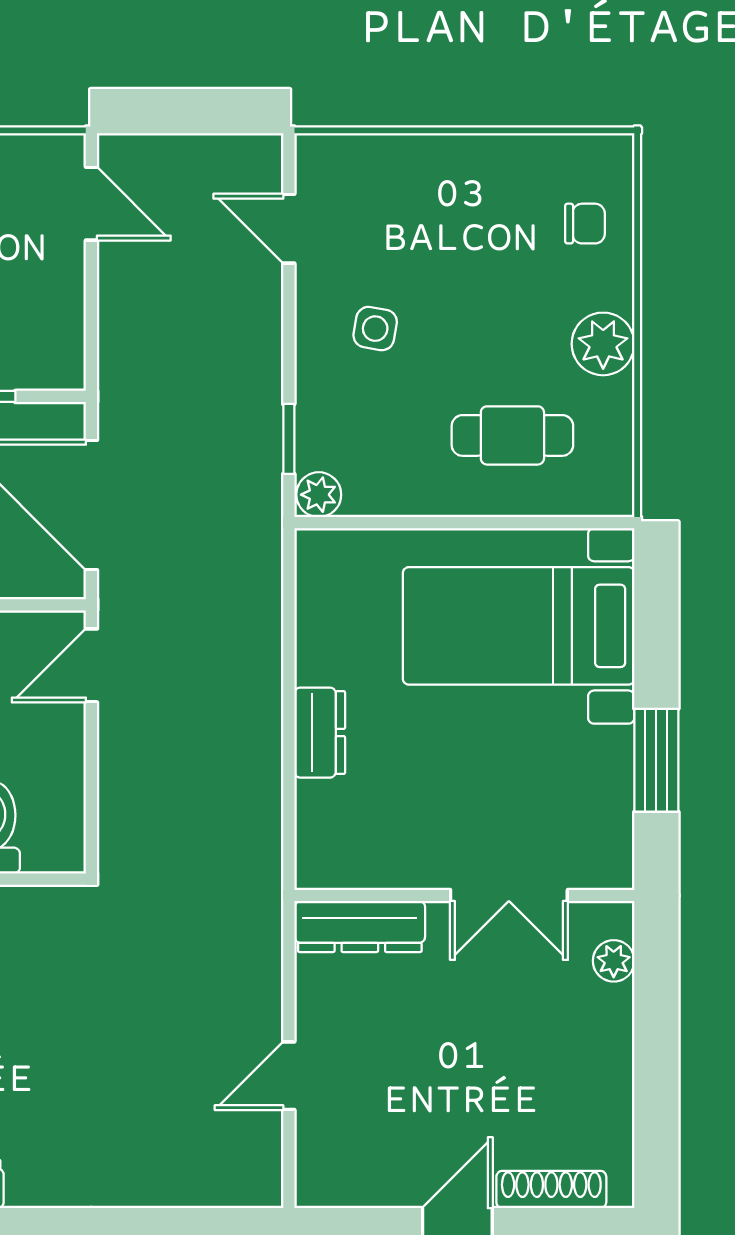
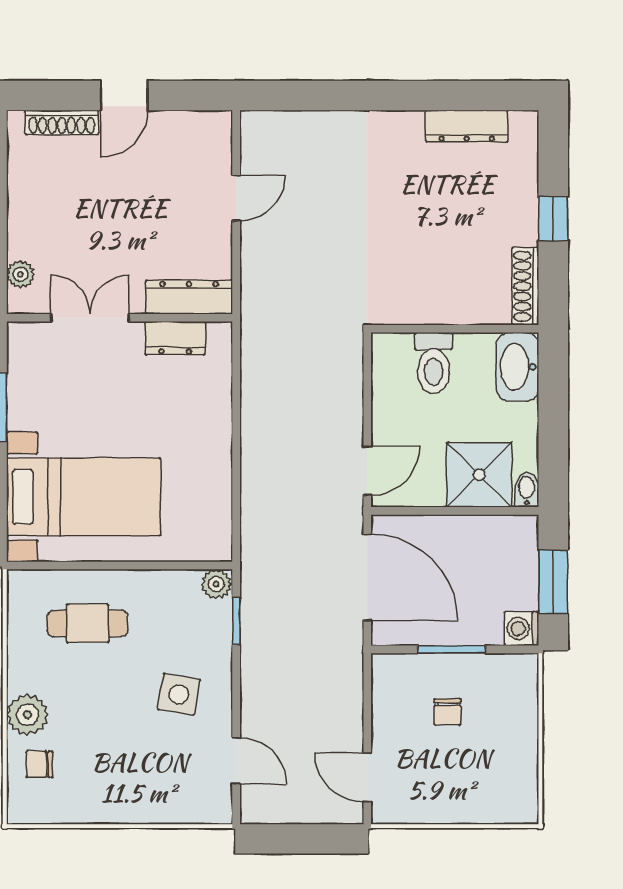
side table: (375, 329) -> (179, 694), width x1.37, depth x1.37
plant: (603, 344) -> (27, 715), moved
dresser: (320, 733) -> (175, 338), moved, turned -90

